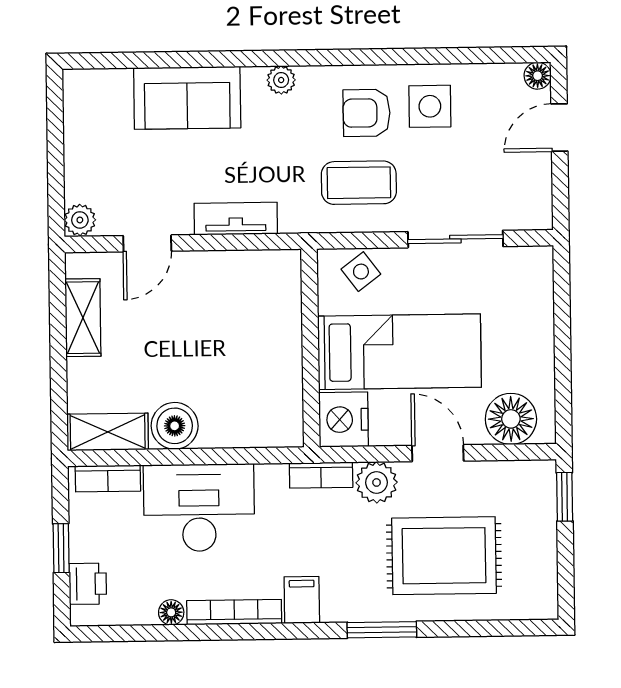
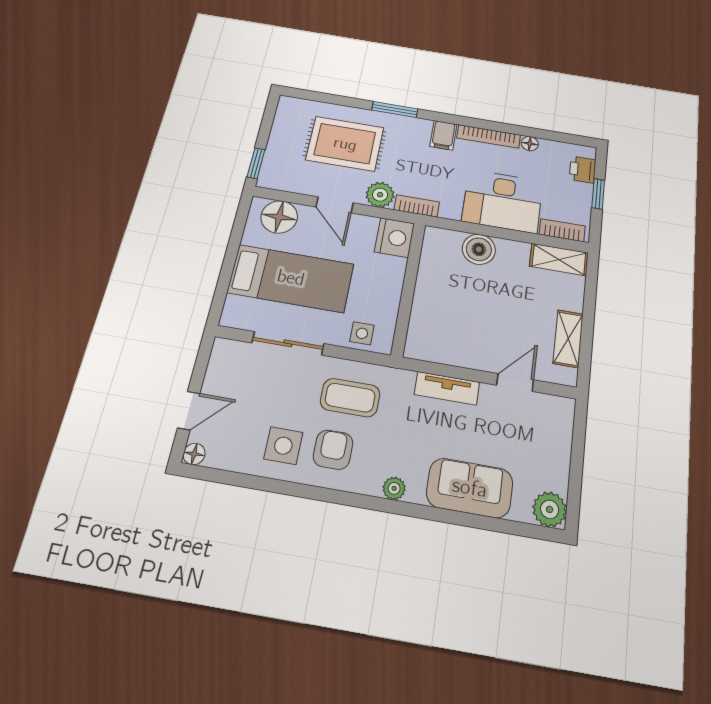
armchair: (367, 113) -> (333, 450), turned -90
plant: (80, 220) -> (550, 509), moved, width x1.38, depth x1.38
side table: (361, 272) -> (362, 333), turned 37
bed: (399, 352) -> (291, 278), moved, turned 180
boiler: (175, 426) -> (479, 249), moved

